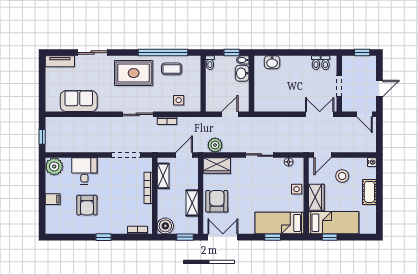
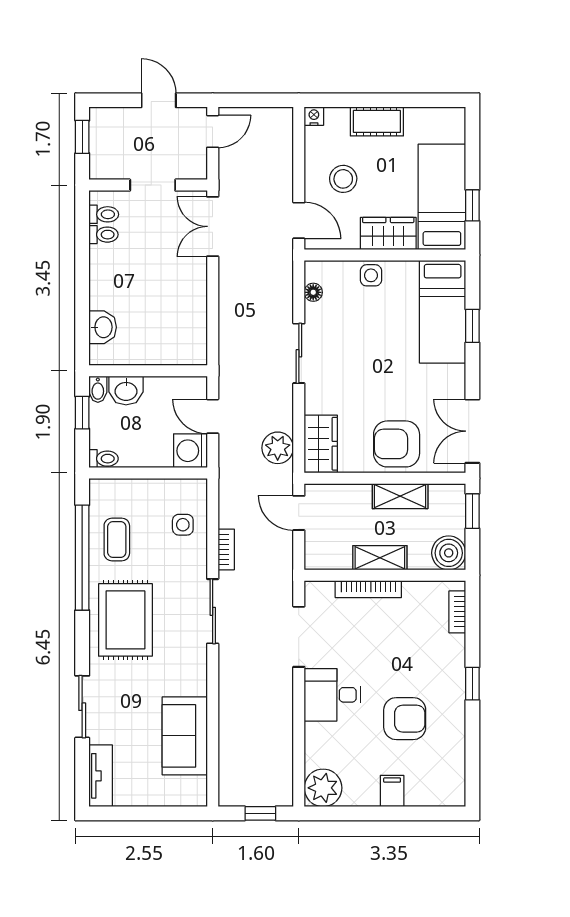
washing machine: (214, 104) -> (190, 451), added
desk: (84, 171) -> (332, 695), moved
shelving: (163, 176) -> (380, 558), moved

